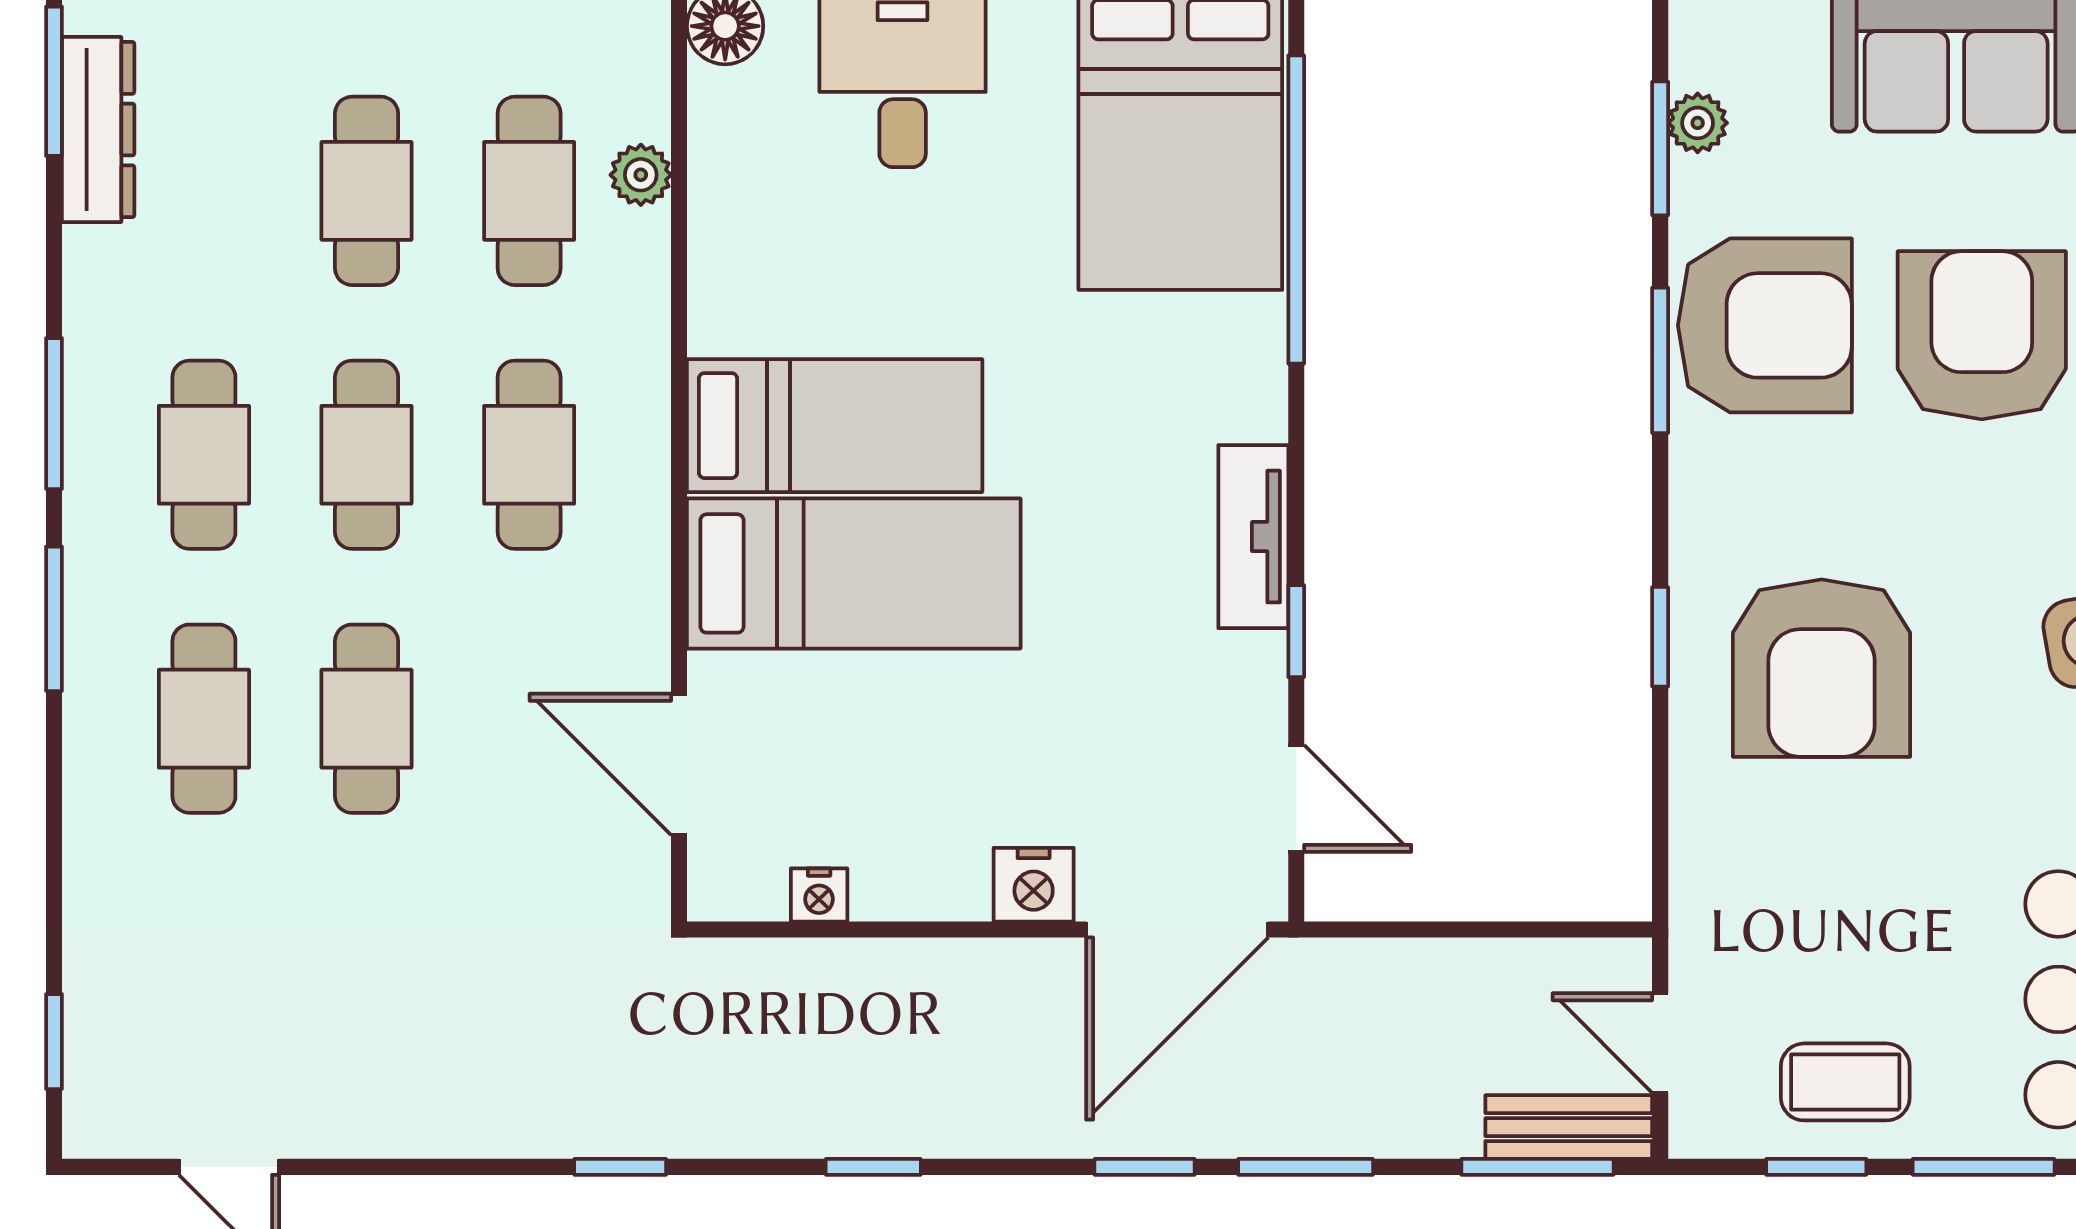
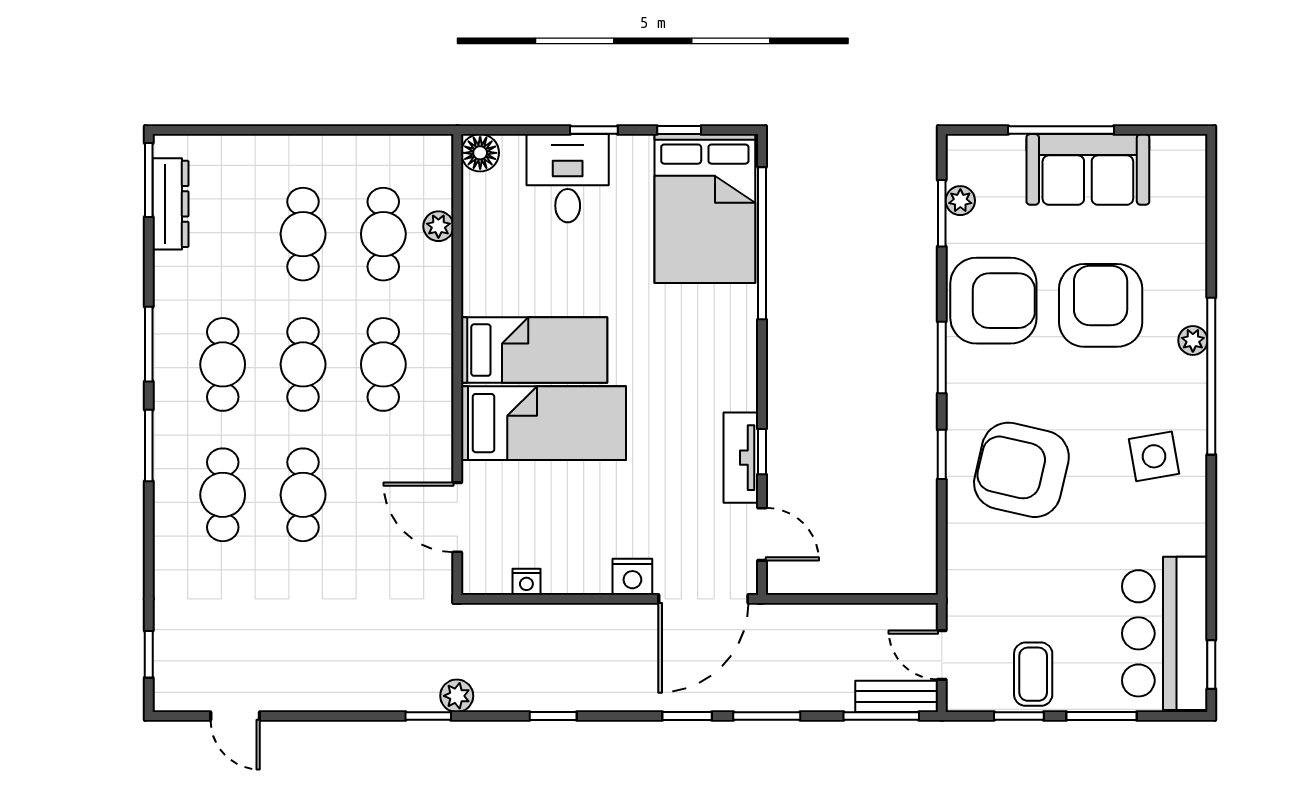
window: (1660, 360) -> (942, 357), moved
tv unit: (1253, 537) -> (741, 458), moved
armchair: (1822, 668) -> (1021, 470), turned 103
coffee table: (1845, 1082) -> (1033, 674), turned 90
plant: (678, 1126) -> (457, 696), added

